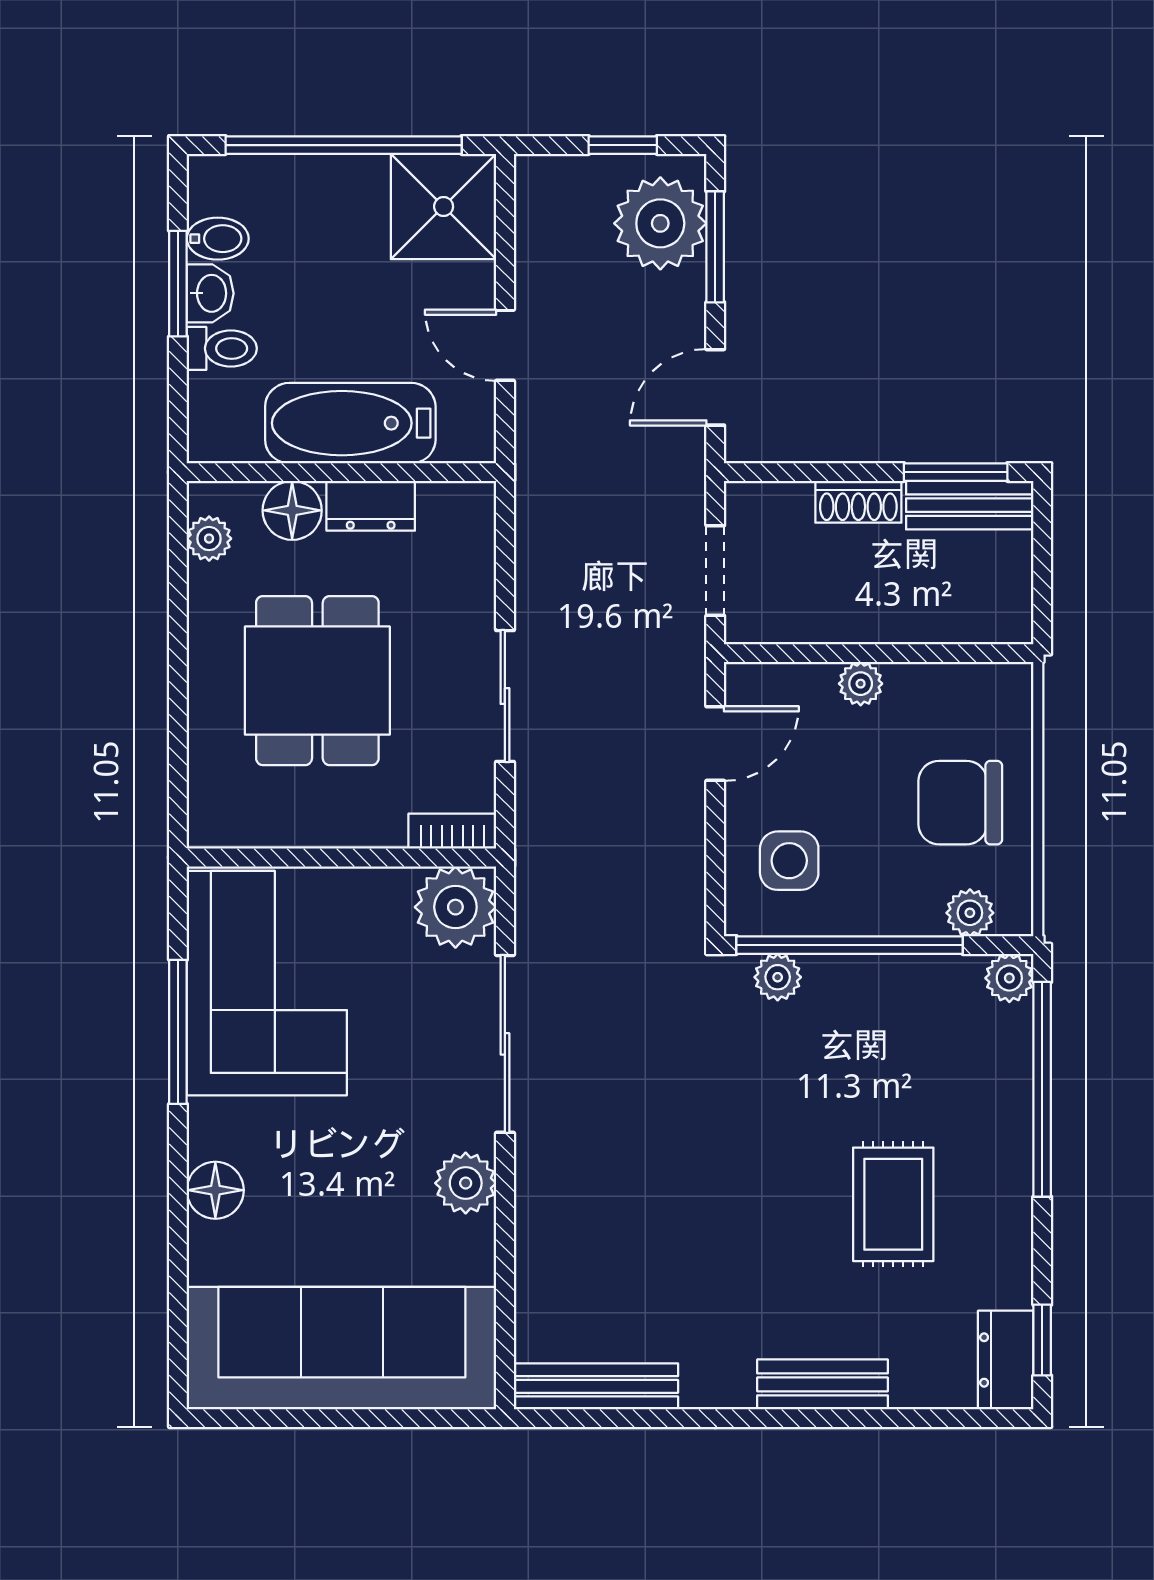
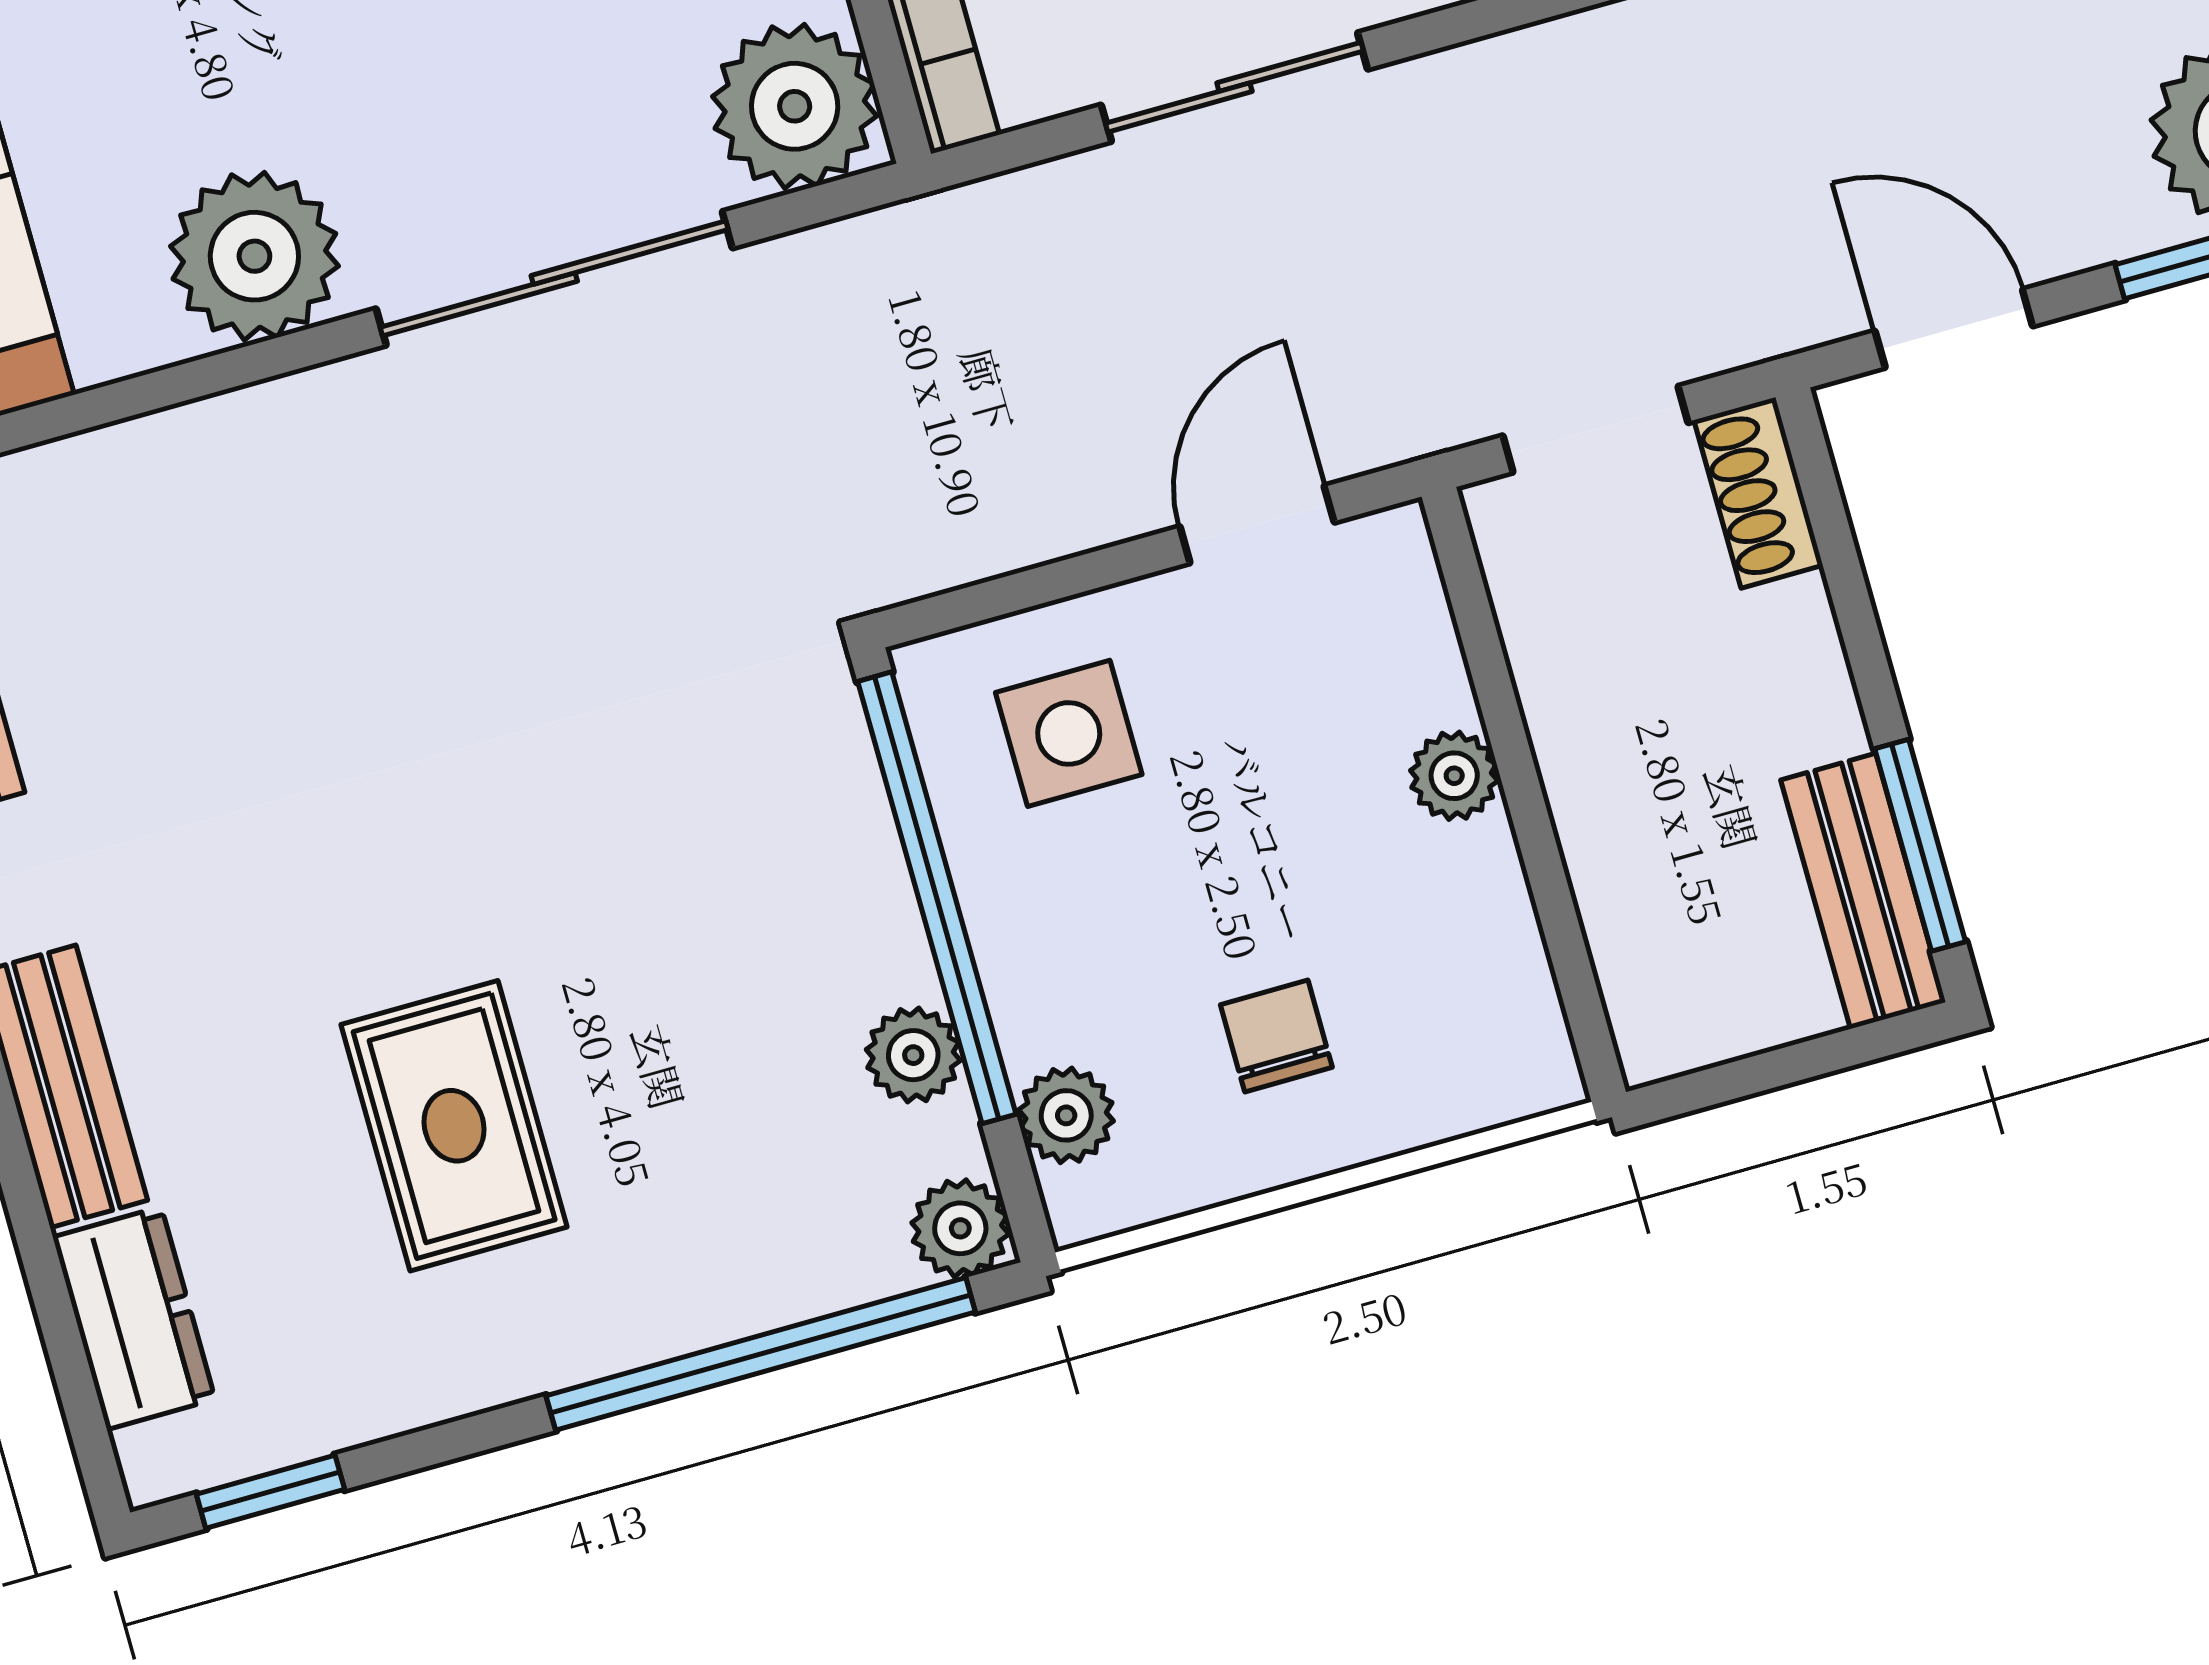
shoe rack: (858, 502) -> (1758, 493), moved
door: (715, 744) -> (1257, 524), swing flipped
chair: (960, 803) -> (1276, 1036), width x0.54, depth x0.54
plant: (778, 977) -> (913, 1055), moved
plant: (466, 1183) -> (254, 256), width x1.36, depth x1.36
rug: (893, 1204) -> (454, 1126), turned 90
dresser: (1006, 1360) -> (134, 1318), moved, turned 90

